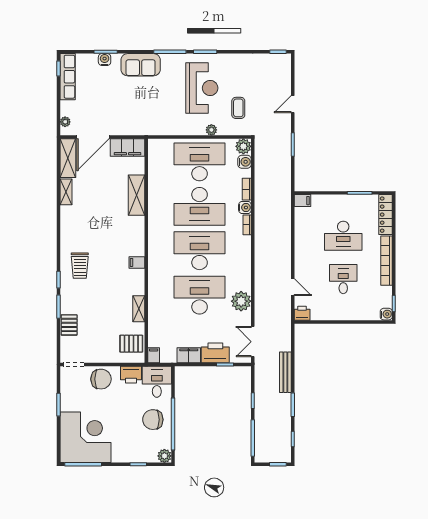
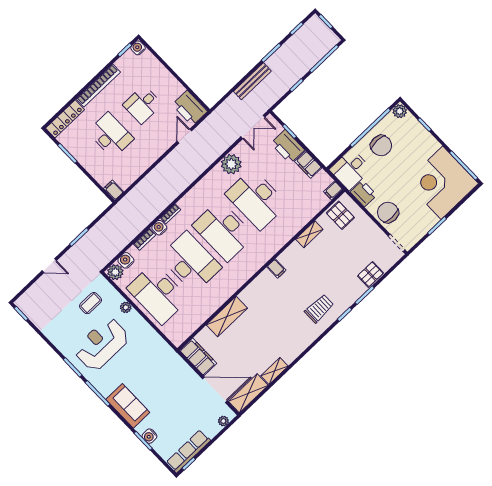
printer: (302, 313) -> (190, 108), width x1.87, depth x1.48

